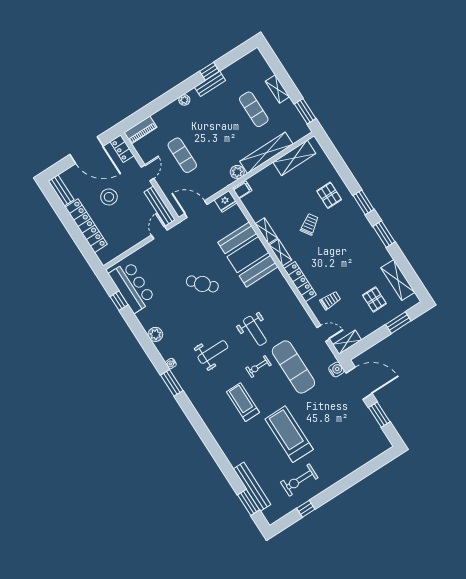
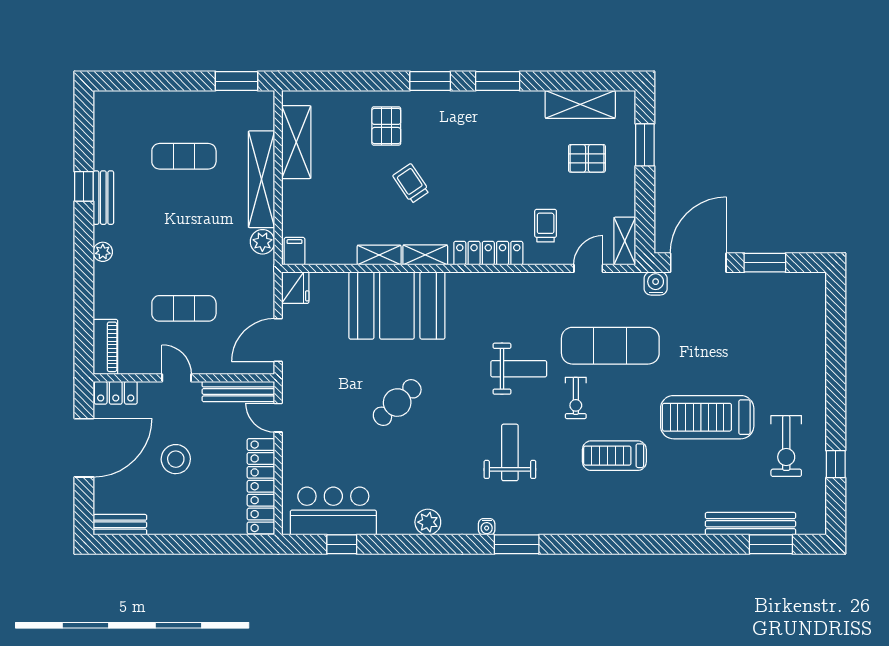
shelving: (277, 89) -> (176, 101), removed
pallet: (329, 195) -> (386, 126), turned 90
locker: (86, 226) -> (261, 486), moved, turned -90

